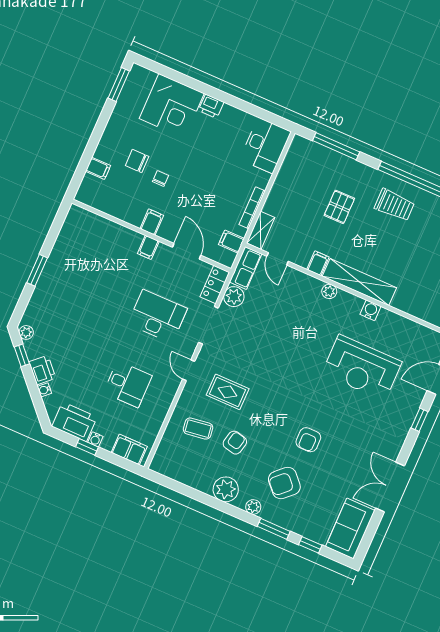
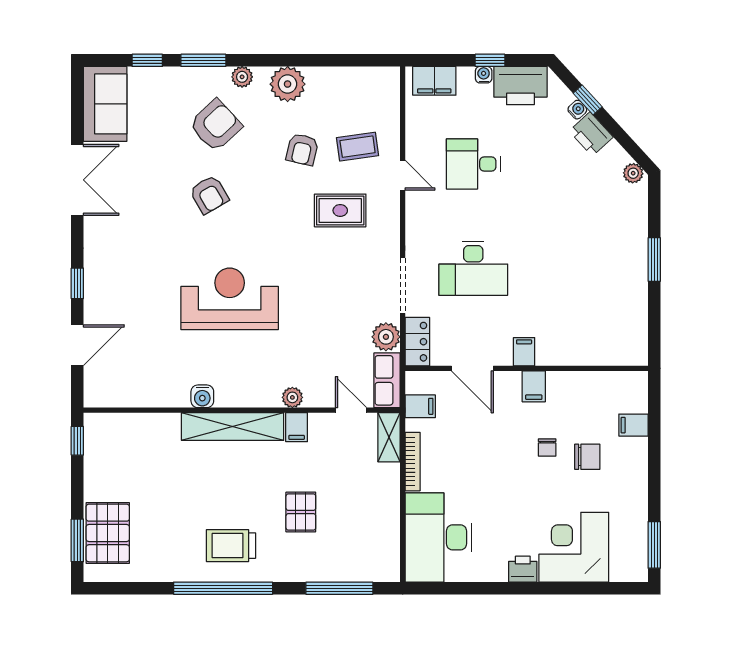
desk: (265, 145) -> (438, 537), width x1.36, depth x1.30
plant: (329, 291) -> (292, 397), moved
window: (22, 355) -> (588, 100), moved
reception desk: (362, 368) -> (230, 299), moved
door: (189, 370) -> (403, 175), moved
armchair: (308, 440) -> (209, 195), turned 150

